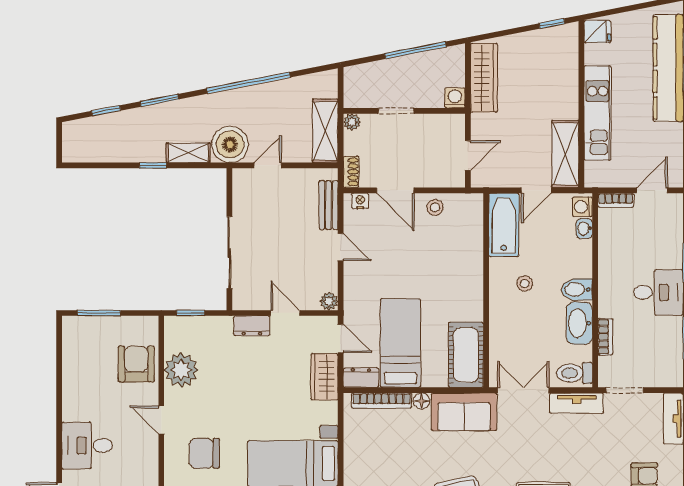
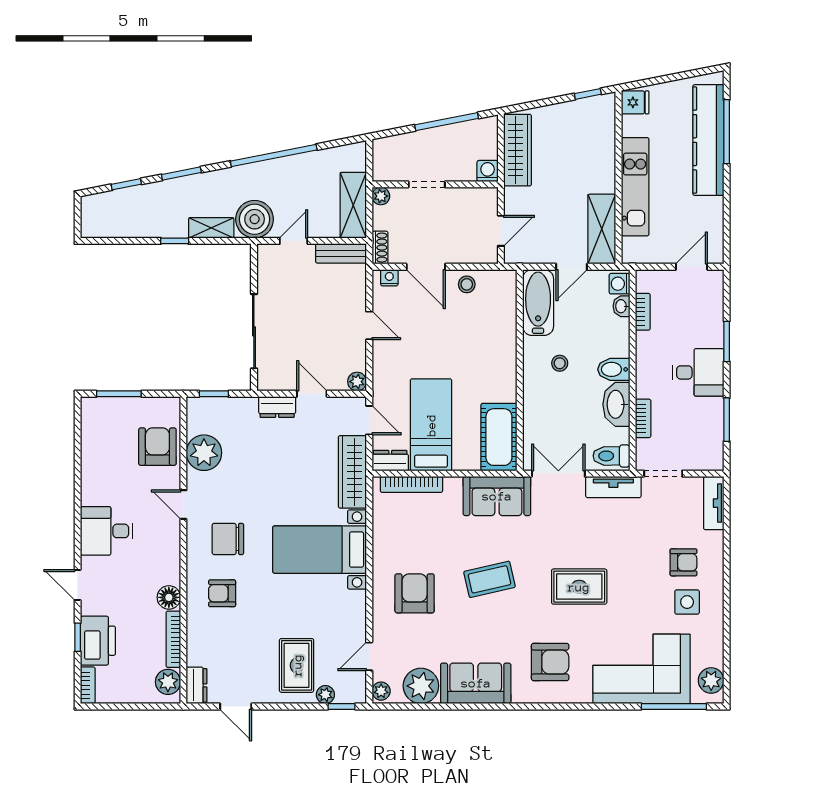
bookcase: (616, 200) -> (643, 312), moved, turned -90
bench: (329, 205) -> (341, 253), moved, turned 90
wardrobe: (324, 377) -> (352, 472), width x1.50
floor lamp: (421, 401) -> (453, 485), removed

